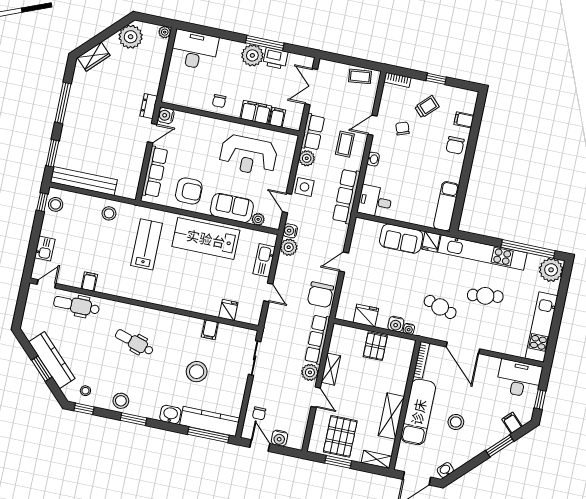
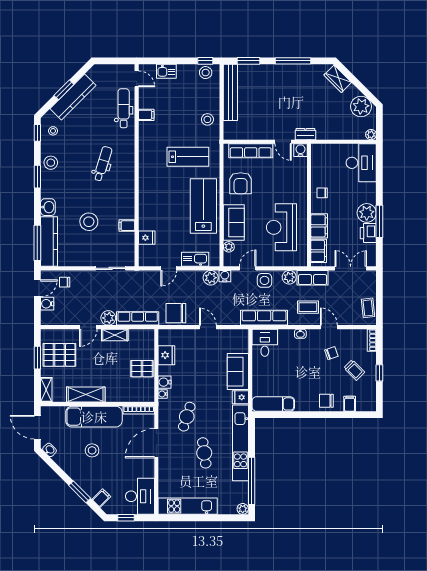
filing cabinet: (277, 117) -> (319, 251), width x2.00
plant: (551, 270) -> (243, 509), width x0.53, depth x0.53

